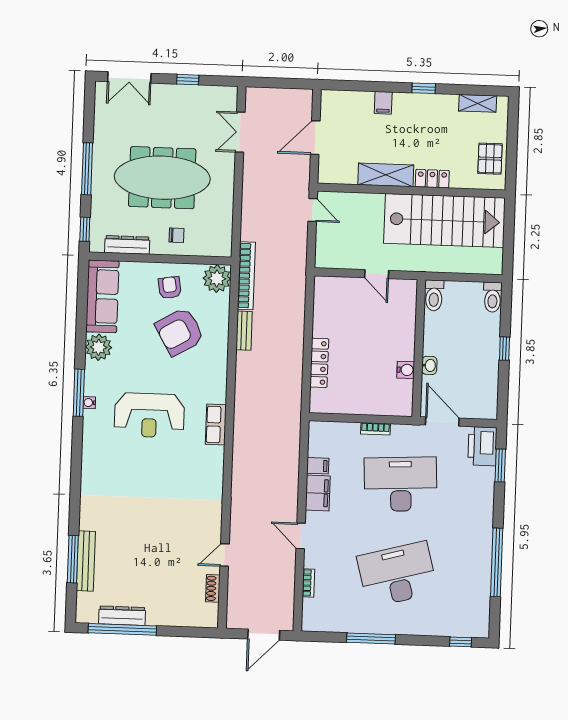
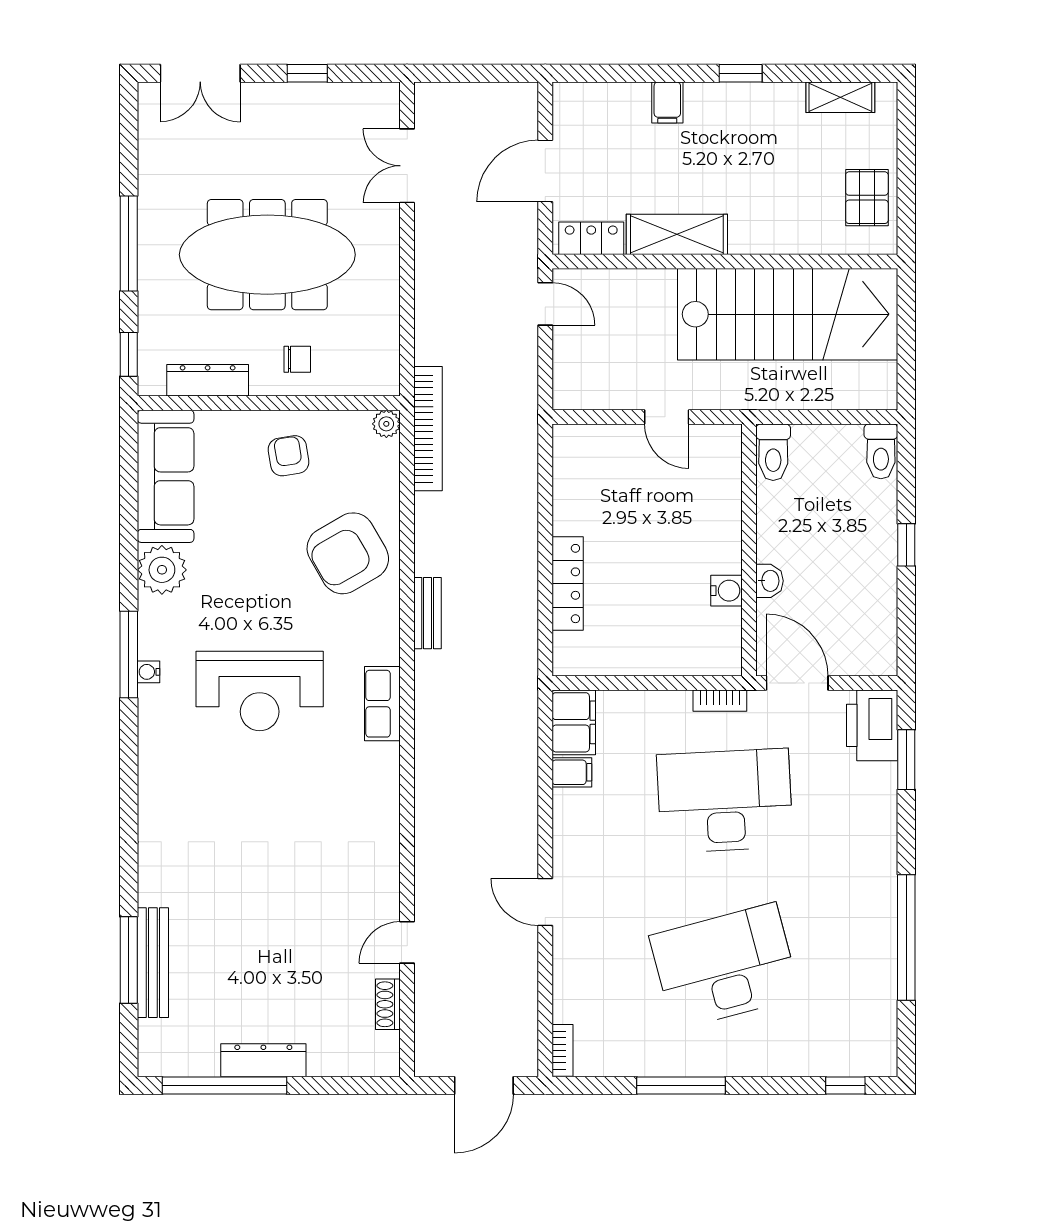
locker: (432, 179) -> (591, 238), moved
plant: (217, 279) -> (386, 424), width x0.53, depth x0.53
bench: (244, 331) -> (428, 613), moved
armchair: (180, 332) -> (348, 553), moved
bookcase: (375, 429) -> (720, 701), moved
filing cabinet: (318, 493) -> (574, 722), moved
bookcase: (308, 583) -> (563, 1050), moved
dresser: (122, 616) -> (263, 1060), moved

